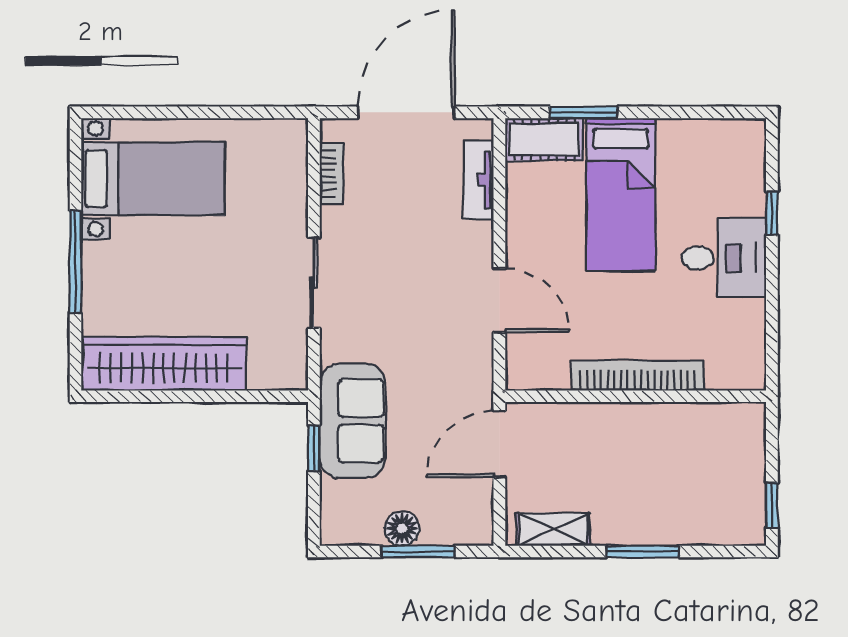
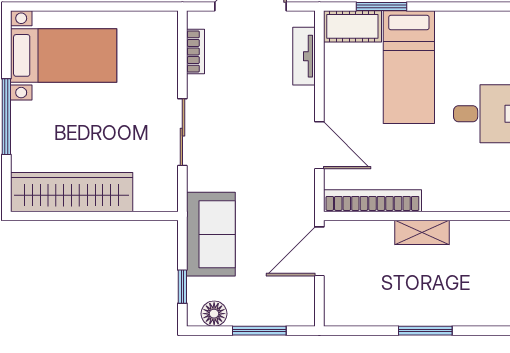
bookcase: (637, 376) -> (372, 201), moved
window: (314, 448) -> (182, 287), moved
floor lamp: (402, 528) -> (214, 314), moved
shelving: (553, 529) -> (422, 232), moved

